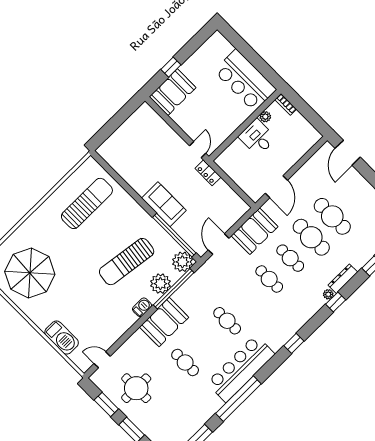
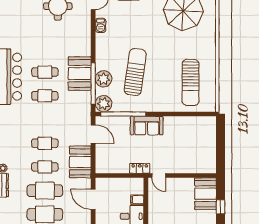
filing cabinet: (238, 147) -> (137, 200), added
barbecue: (142, 307) -> (101, 25), moved
booth: (164, 322) -> (80, 74), moved
cafe table: (185, 363) -> (45, 72), moved

